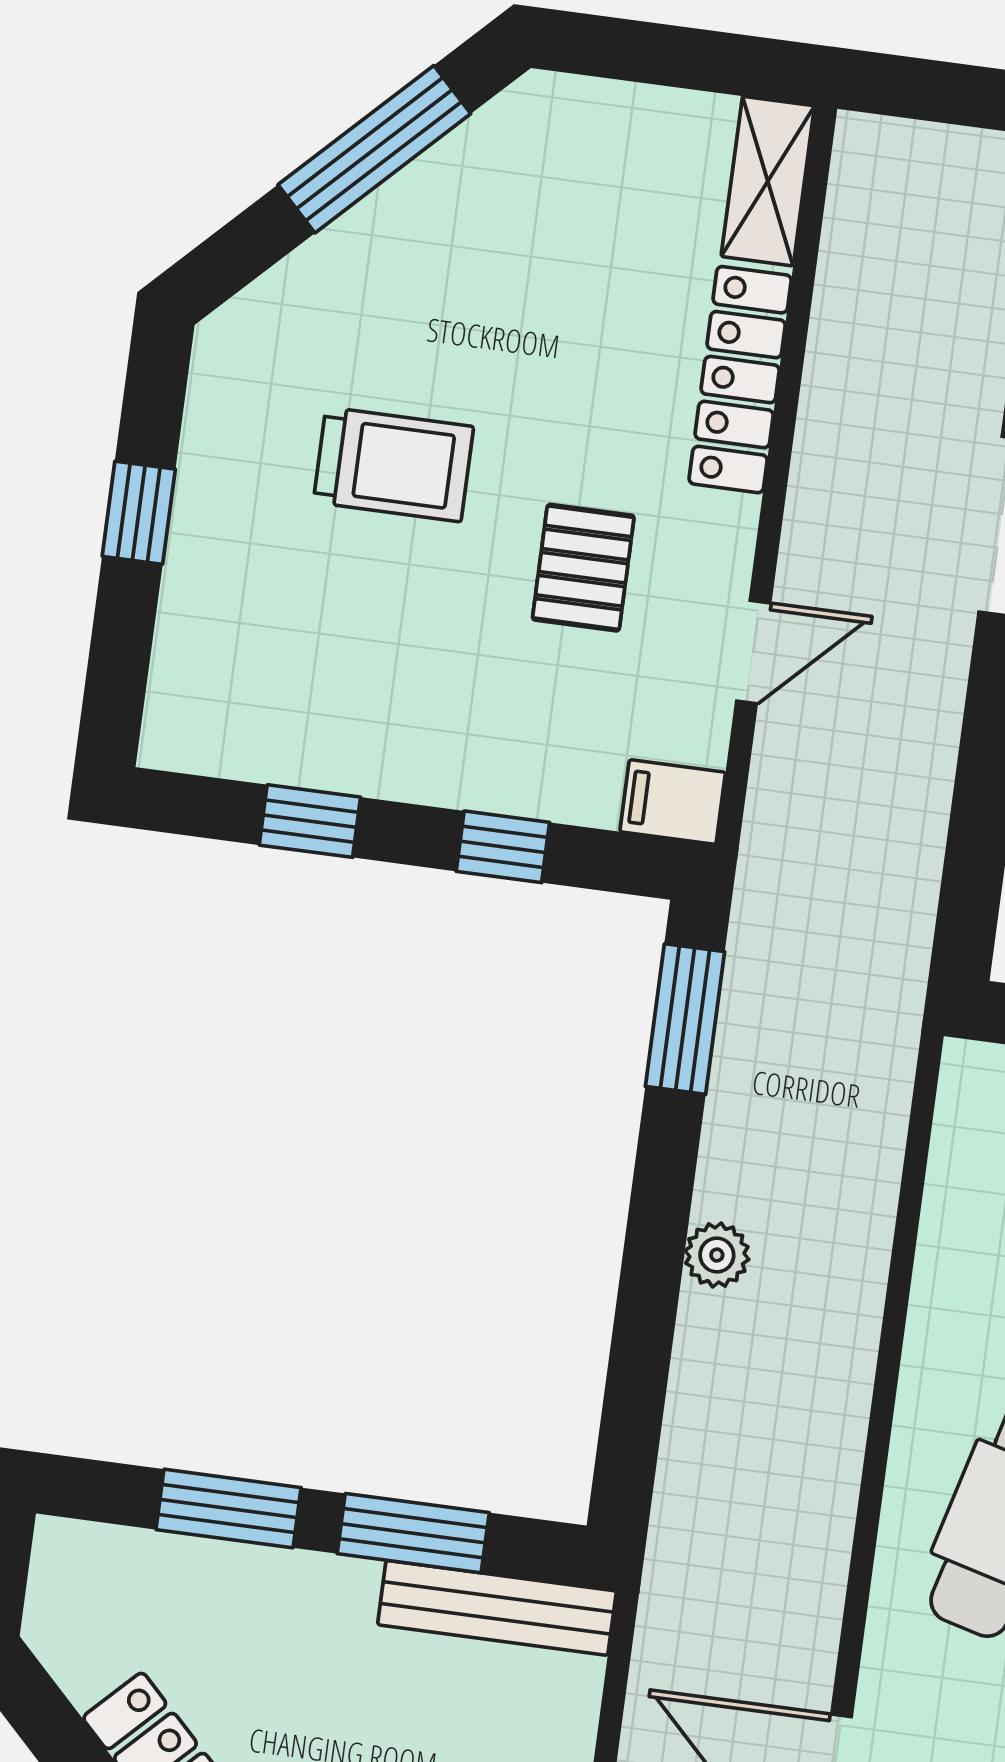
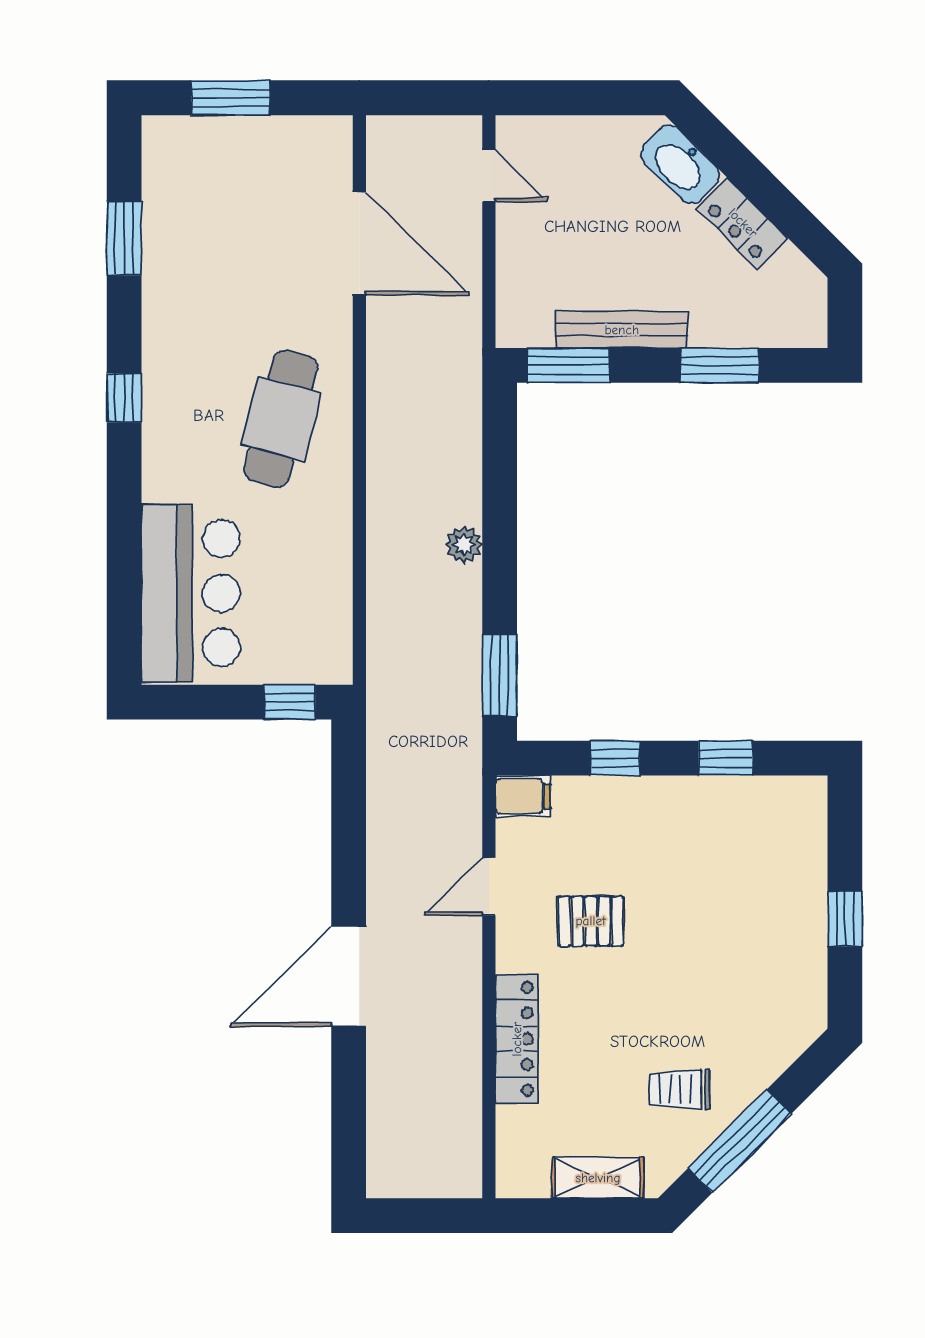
shelving: (768, 181) -> (598, 1178), moved, turned 90
trolley: (393, 464) -> (680, 1089), moved, width x0.73, depth x0.72
pallet: (583, 568) -> (591, 921), turned 90
window: (413, 1533) -> (569, 365), moved
bench: (497, 1608) -> (622, 330), moved

